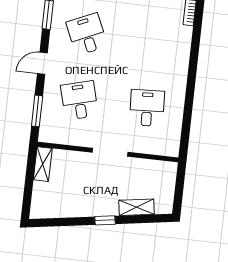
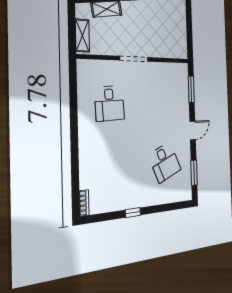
desk: (79, 100) -> (163, 103), removed
shelving: (43, 164) -> (82, 36), moved

